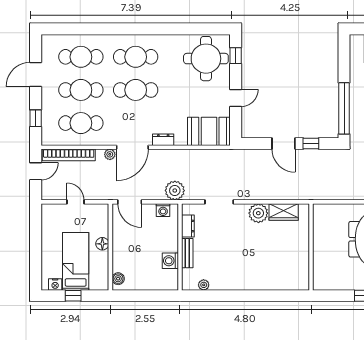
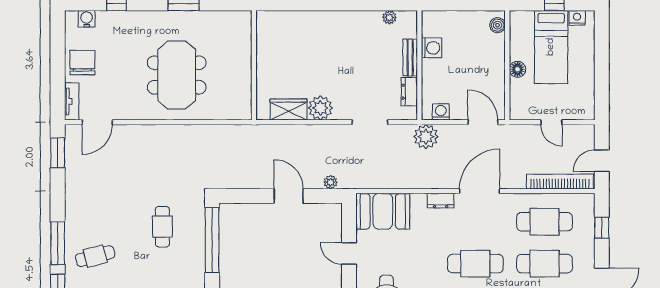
door: (236, 98) -> (349, 254), hinge flipped
window: (311, 143) -> (254, 196), removed
plant: (110, 154) -> (331, 182), moved

